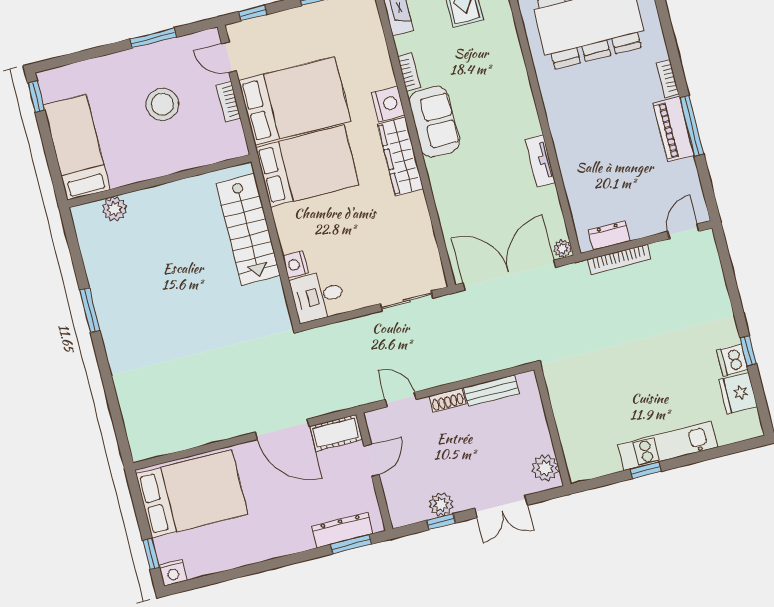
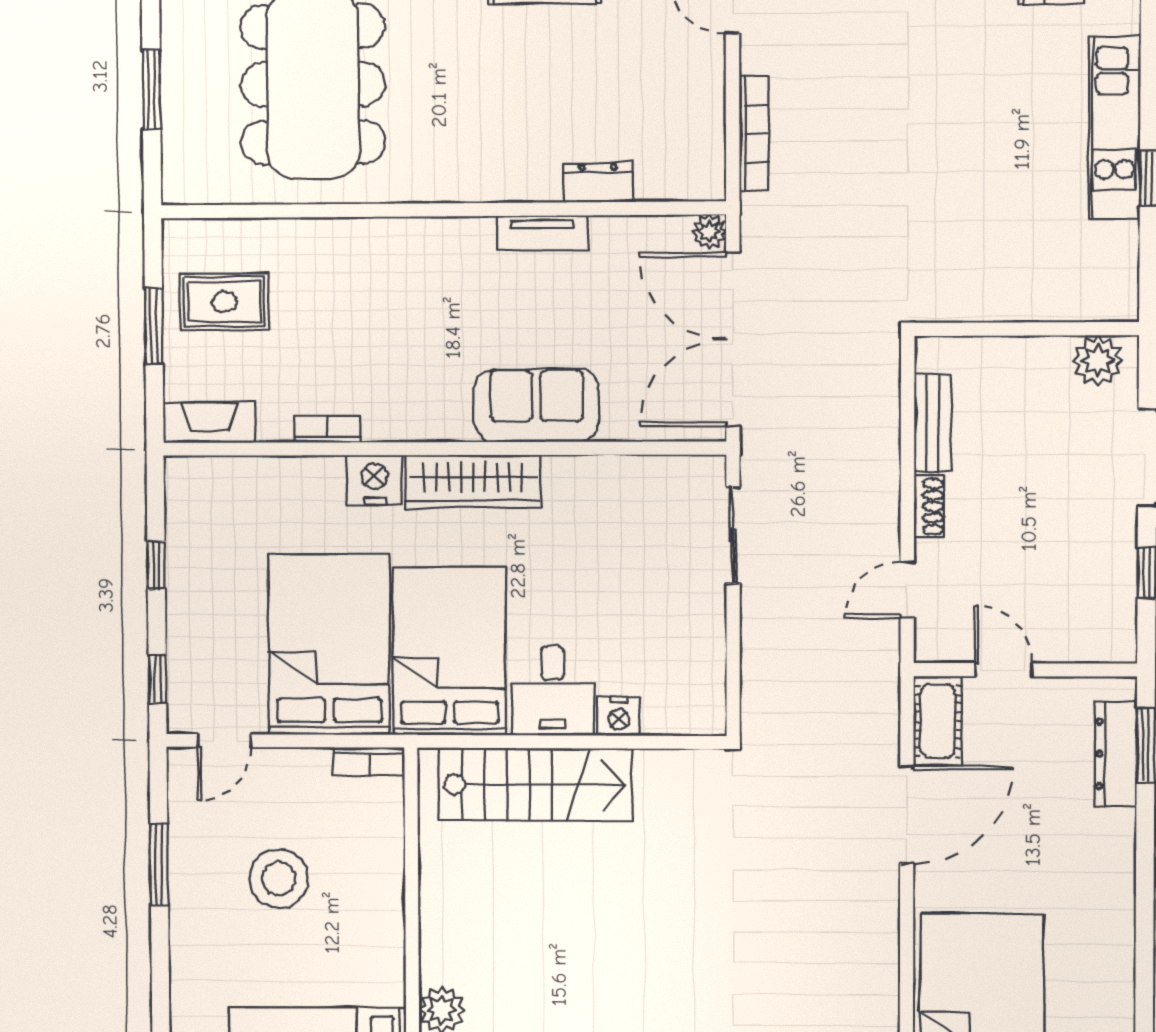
bookcase: (228, 102) -> (369, 762), moved
sofa: (434, 122) -> (536, 405), moved
dresser: (609, 235) -> (598, 183), moved, turned 90
desk: (318, 296) -> (553, 691), moved
plant: (441, 504) -> (1115, 565), removed

